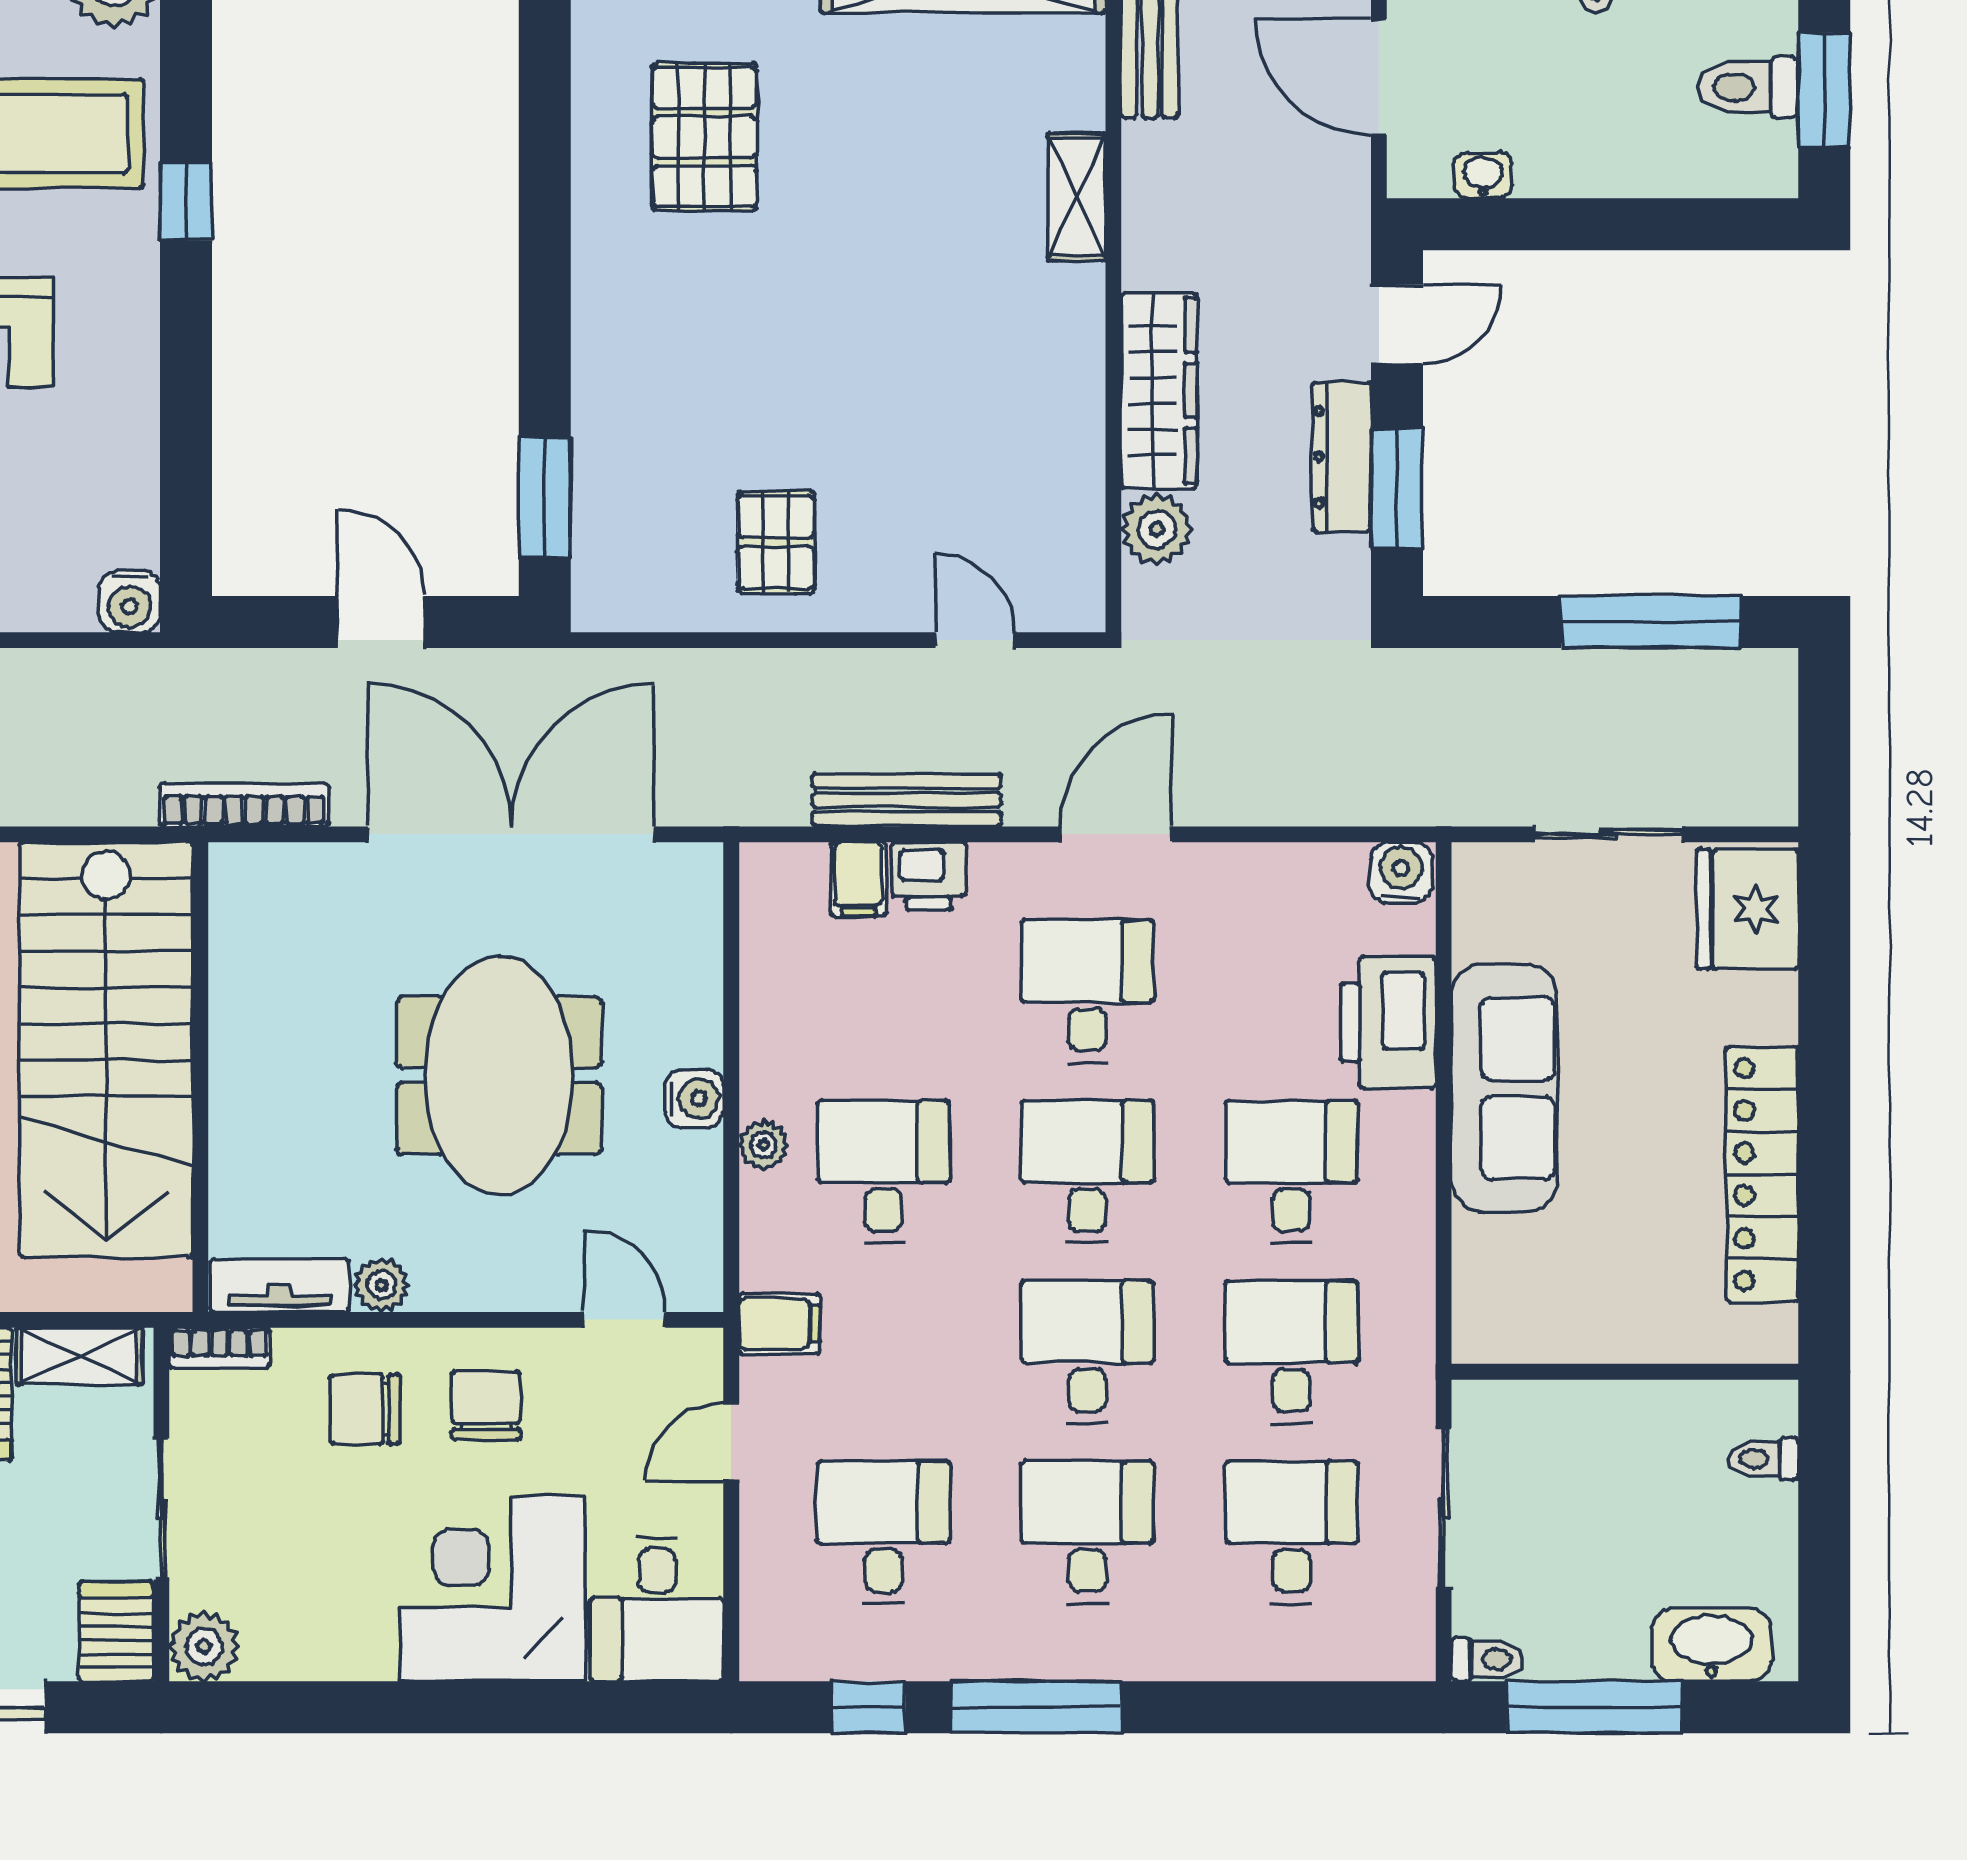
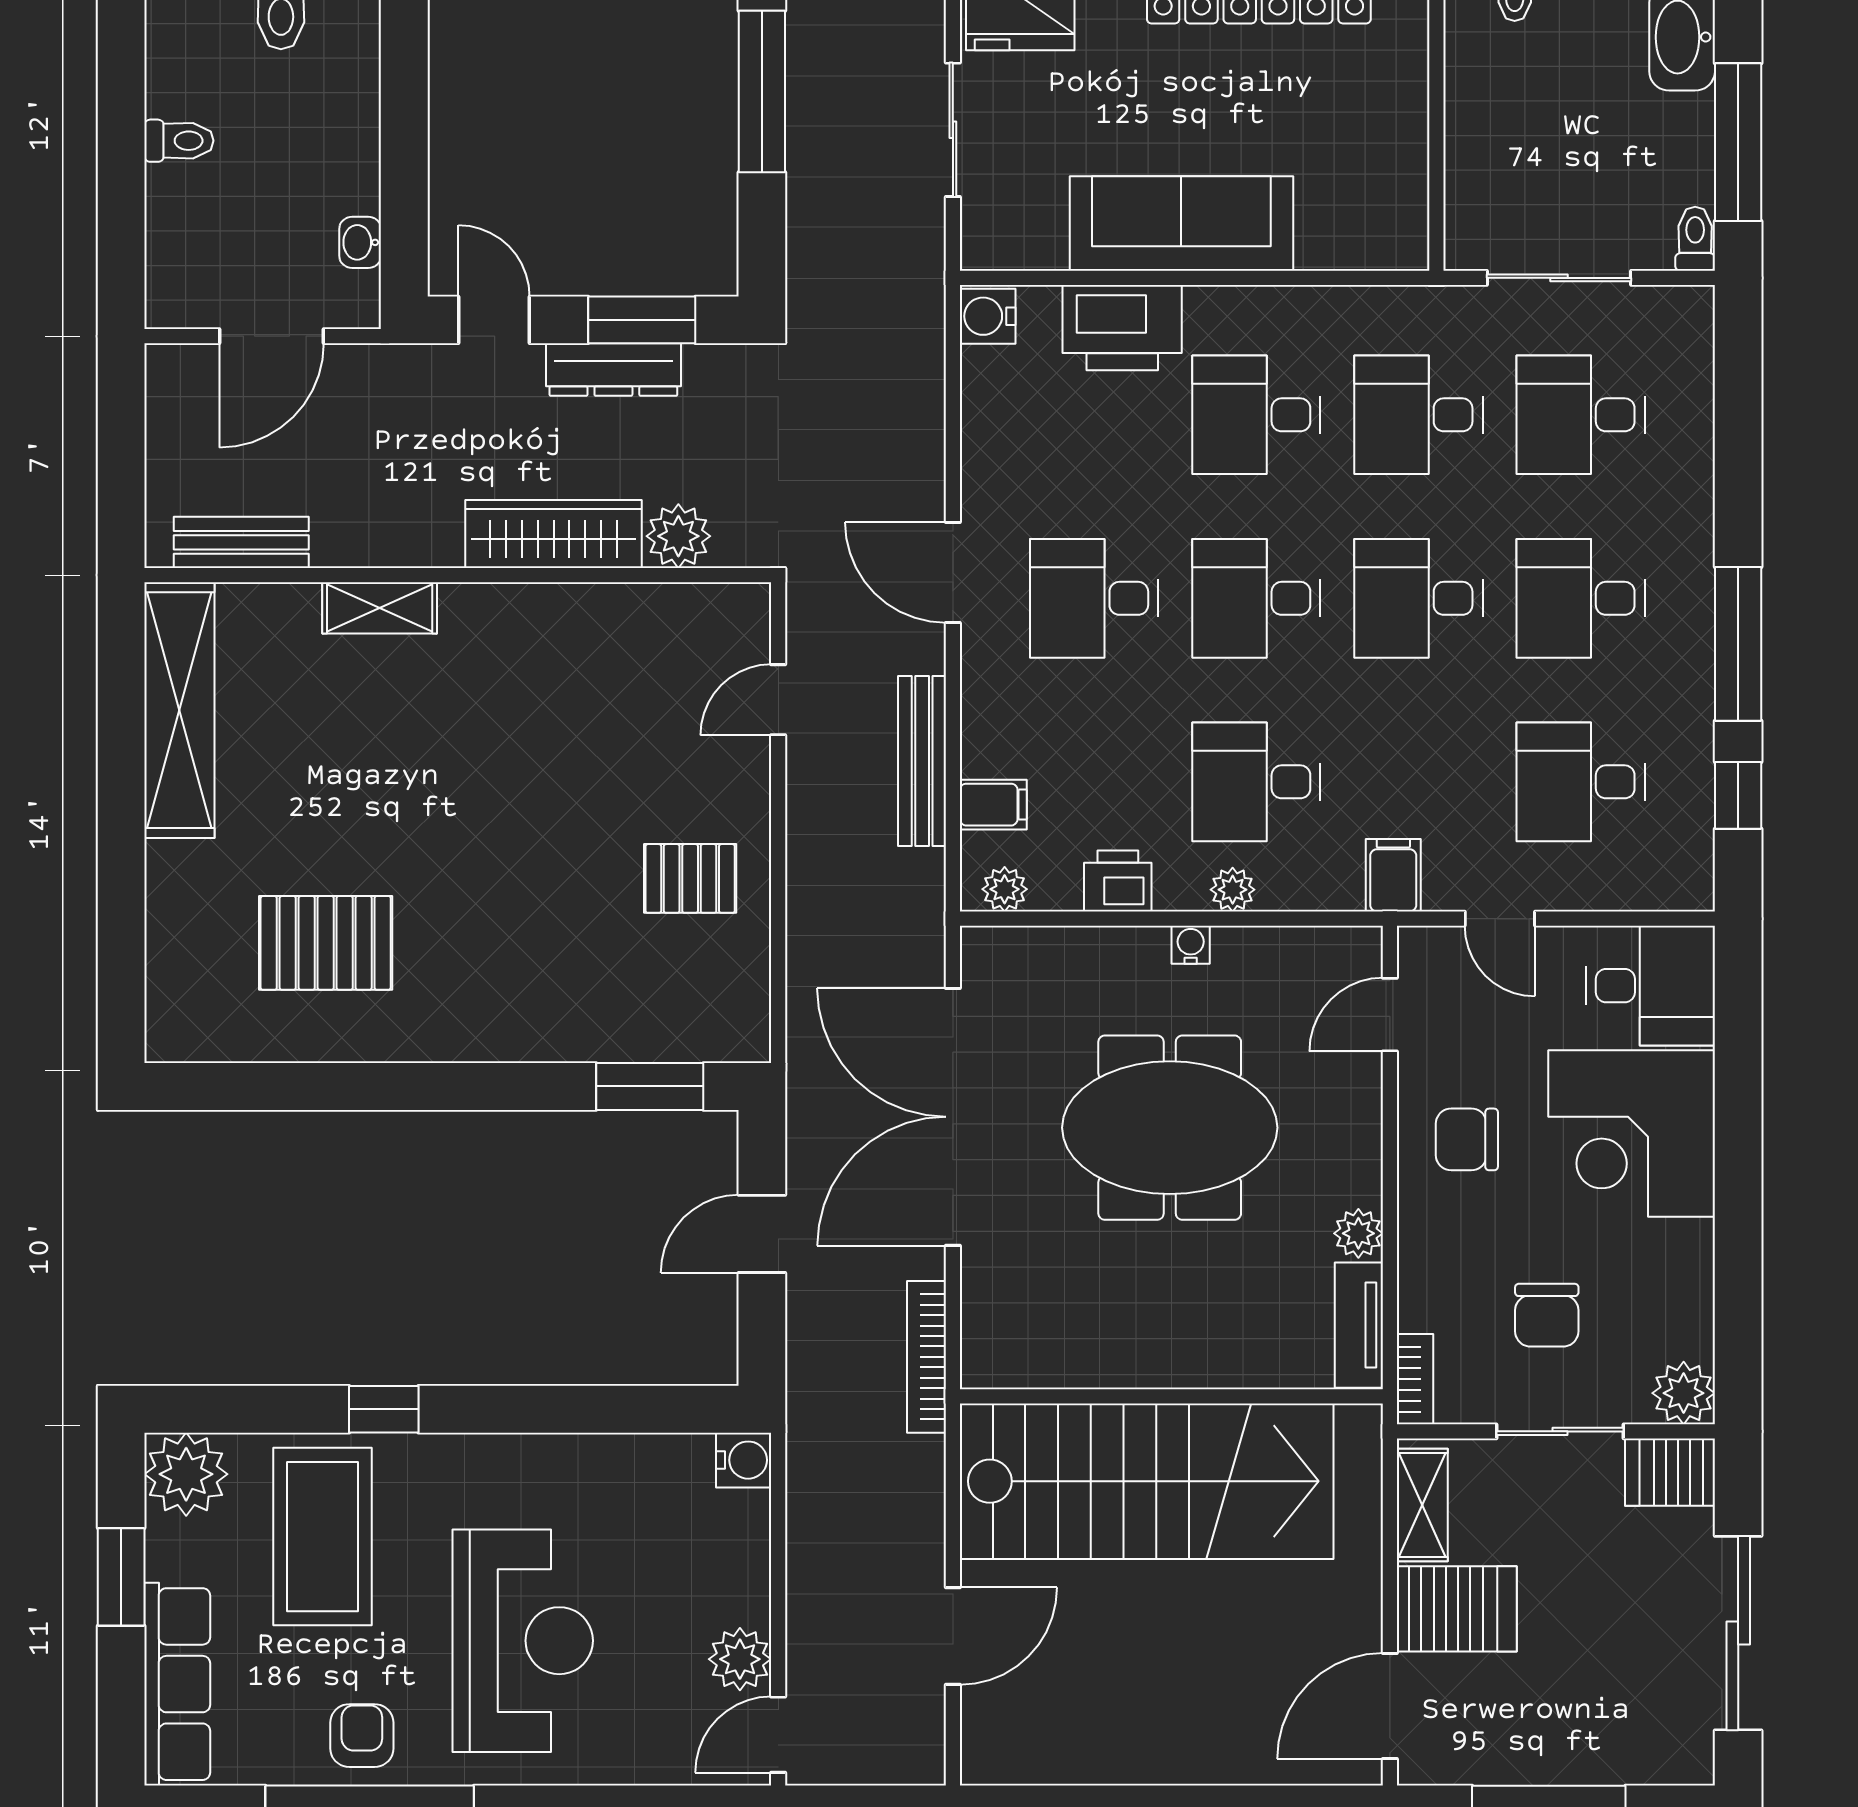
printer: (929, 876) -> (1118, 881), moved, turned -90
plant: (764, 892) -> (1005, 889), added
water cooler: (694, 1098) -> (1191, 945), width x0.72, depth x0.72
chair: (365, 1409) -> (1547, 1315), moved

